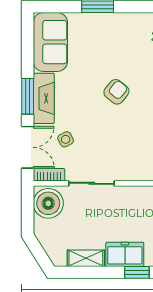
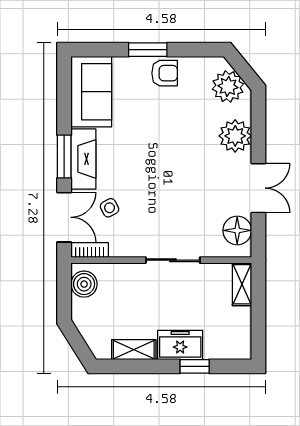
armchair: (116, 92) -> (165, 73), moved, turned 51
sliding door: (92, 183) -> (173, 260), moved
boiler: (48, 203) -> (84, 284), width x0.73, depth x0.73

